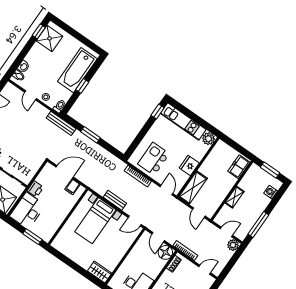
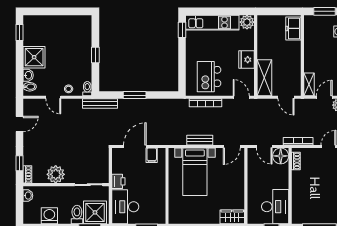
shower: (50, 38) -> (34, 57), moved
bathtub: (77, 70) -> (80, 43), removed
shelving: (235, 197) -> (309, 84), moved

